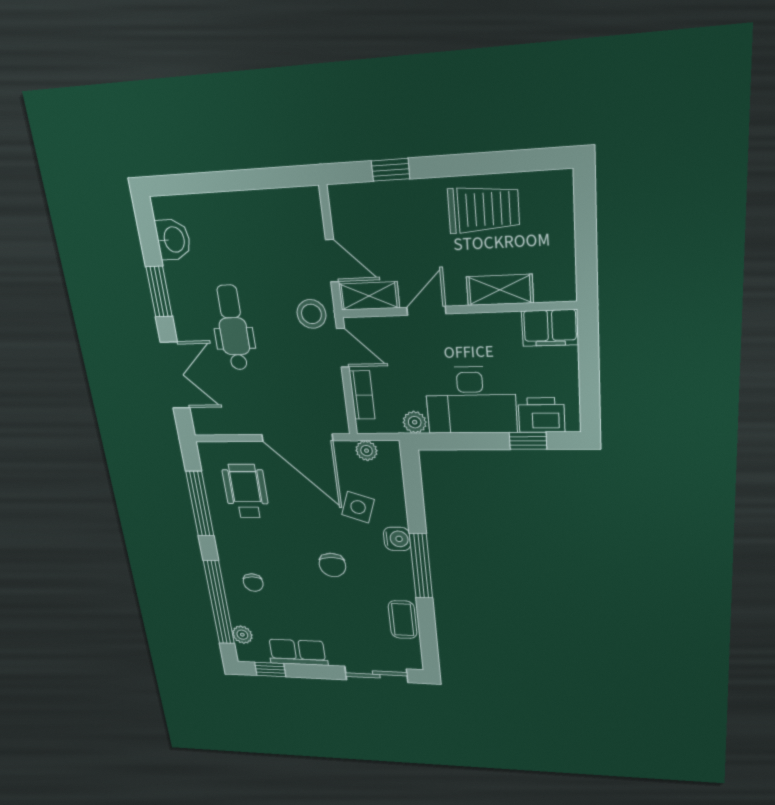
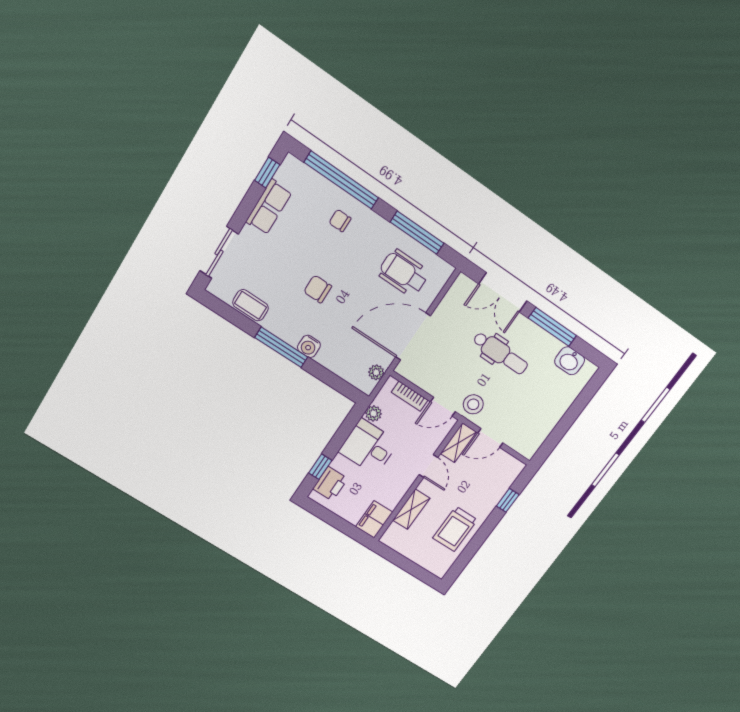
window: (159, 292) -> (552, 327), width x1.44
desk: (471, 400) -> (369, 447), width x0.73
wheelchair: (246, 491) -> (404, 273), turned 180
side table: (358, 507) -> (345, 338), removed
plant: (242, 635) -> (307, 176), removed

